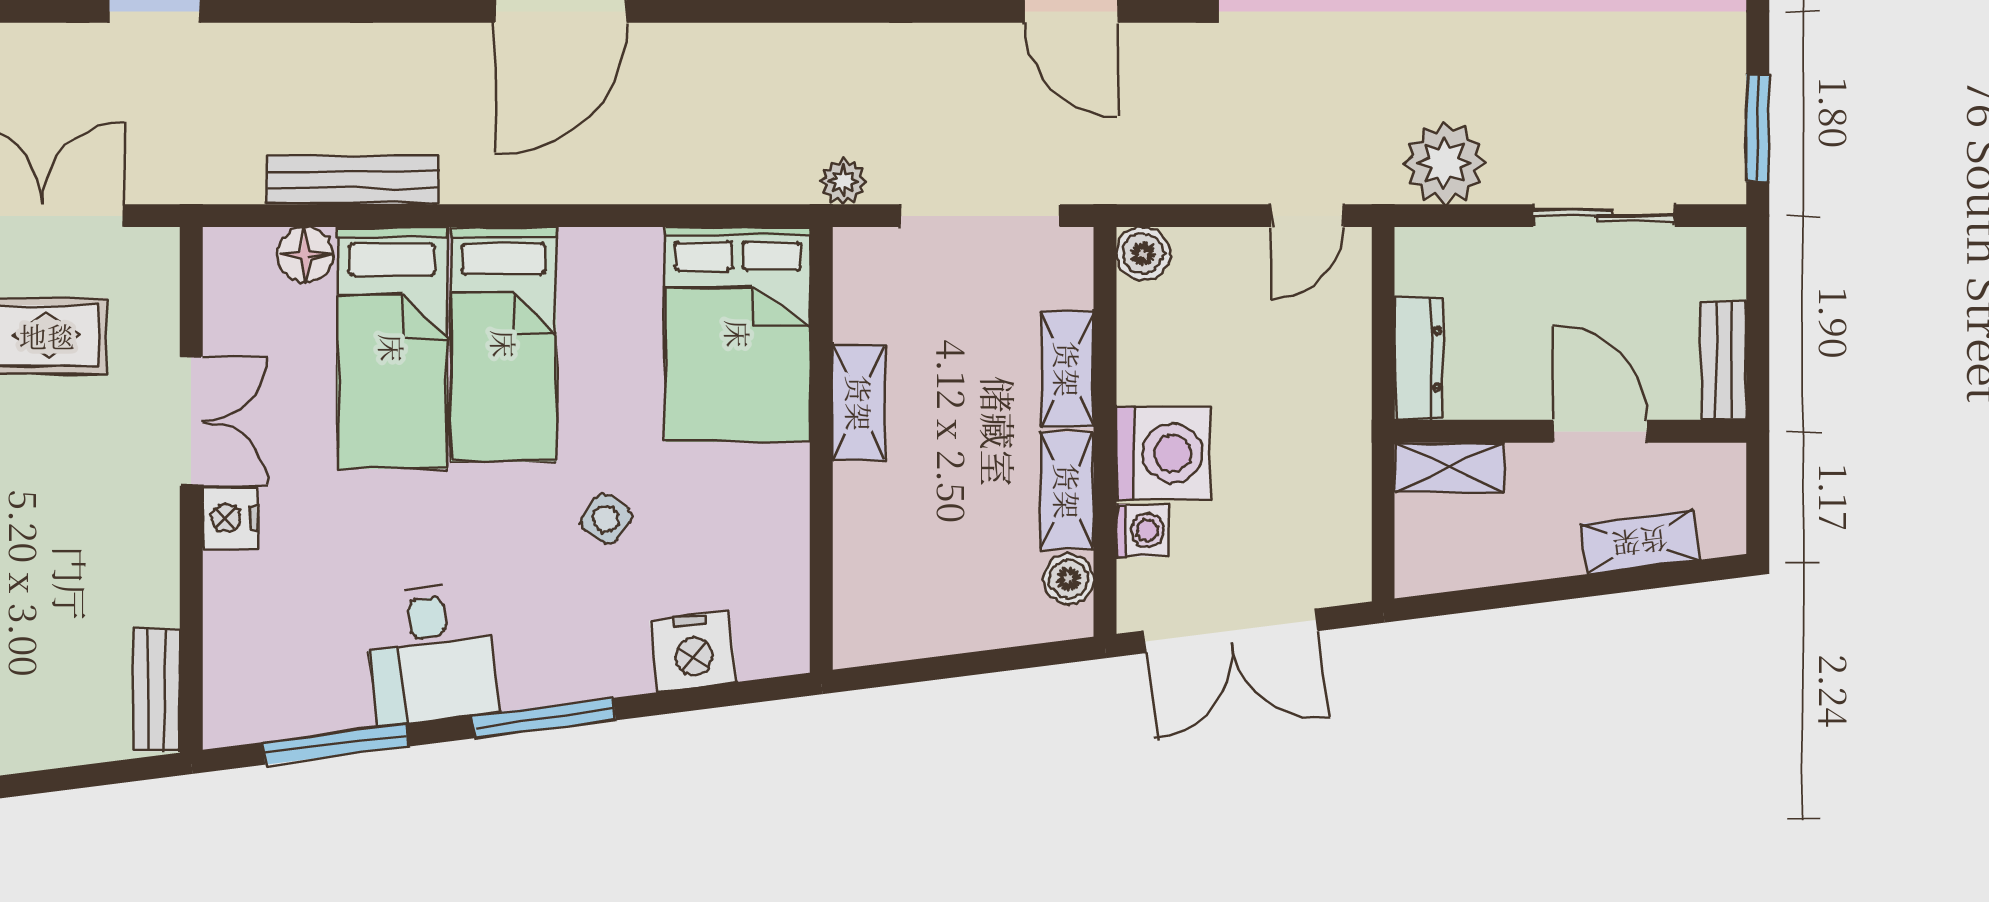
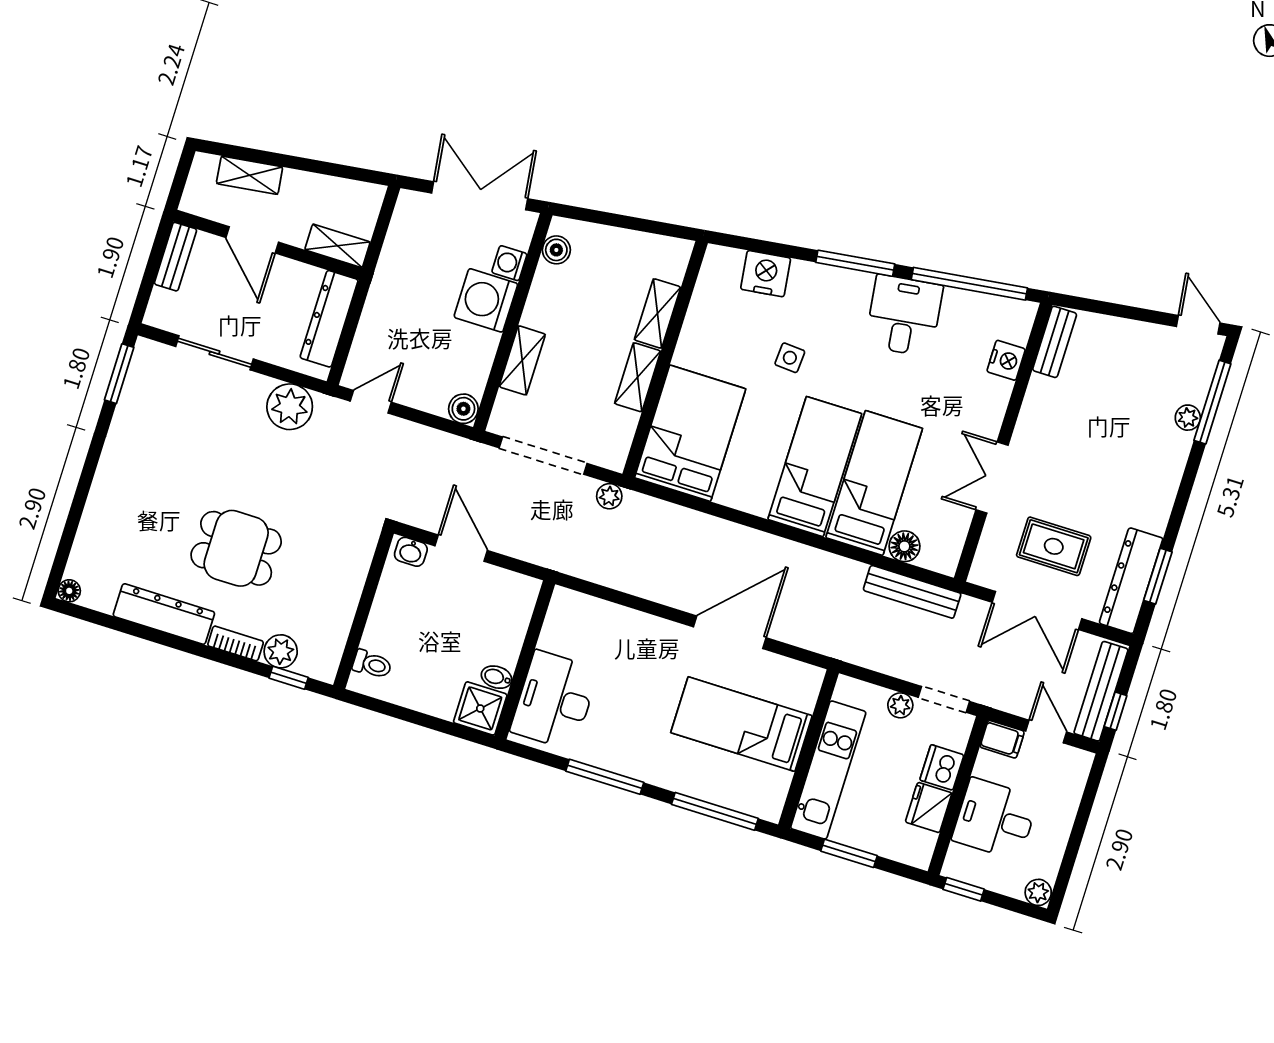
bench: (352, 180) -> (912, 592), moved
dresser: (1418, 359) -> (329, 319), width x1.37, depth x1.24
shelving: (1067, 491) -> (657, 313), moved
nightstand: (230, 518) -> (1006, 360), moved
side table: (606, 519) -> (790, 358), turned -32
window: (335, 744) -> (969, 284), width x1.46

